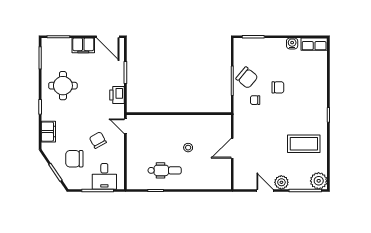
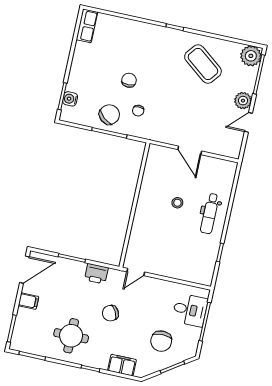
water cooler: (292, 43) -> (70, 99), moved
filing cabinet: (83, 45) -> (28, 301), width x0.50
chair: (98, 140) -> (110, 313), moved
coffee table: (304, 144) -> (203, 64), turned -52
dental chair: (165, 170) -> (210, 214), moved, turned 180

